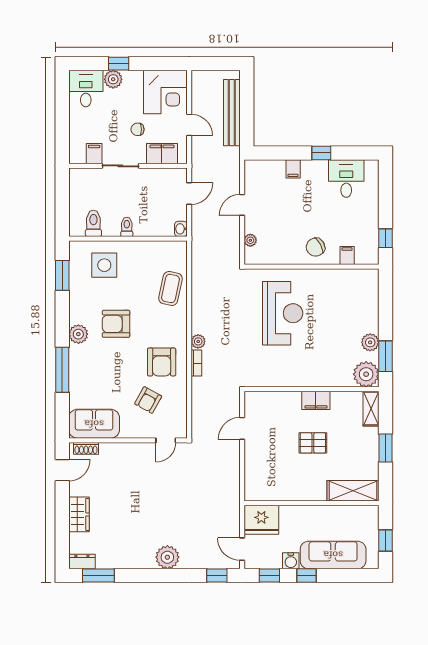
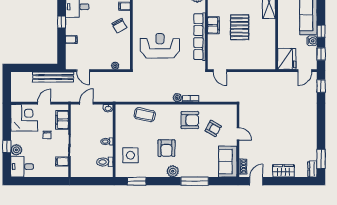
bench: (232, 113) -> (53, 77), moved
door: (189, 193) -> (86, 103), hinge flipped
door: (242, 205) -> (83, 71), moved
row of seats: (298, 378) -> (200, 37), added
door: (242, 428) -> (220, 71), moved
door: (166, 440) -> (238, 134), moved
pallet: (313, 443) -> (240, 27), width x1.50, depth x1.42
door: (62, 470) -> (256, 181), hinge flipped
plant: (167, 557) -> (310, 117), removed

